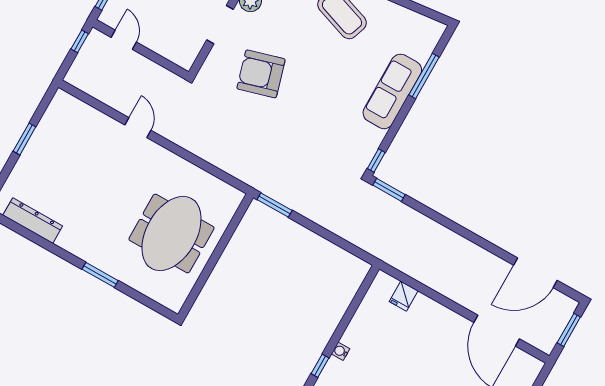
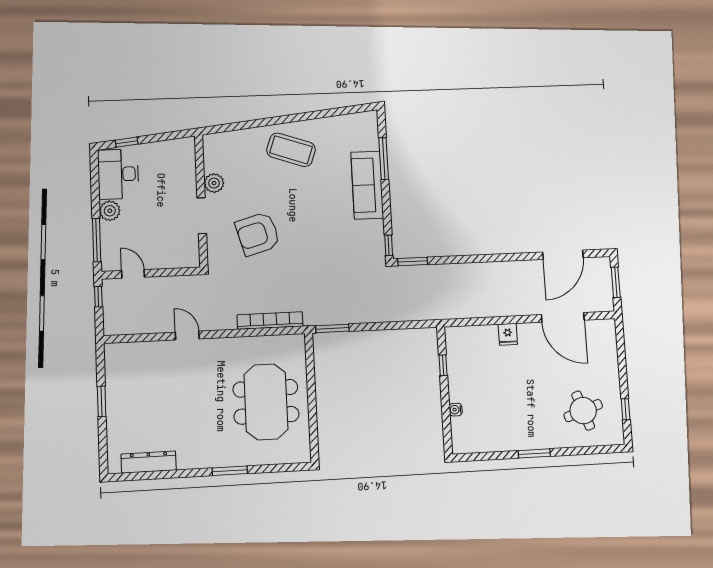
bookcase: (222, 162) -> (270, 321), added
fridge: (404, 296) -> (508, 334), moved
window: (320, 366) -> (443, 365), moved

